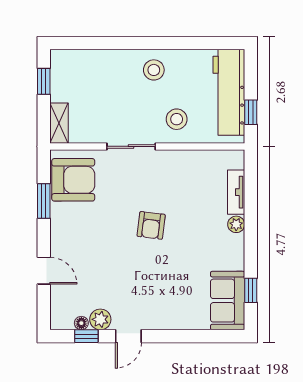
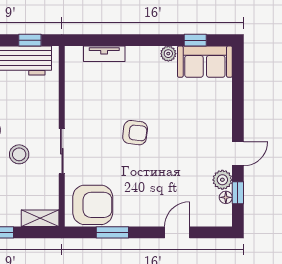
stool: (177, 119) -> (19, 154), moved
armchair: (73, 180) -> (93, 205), turned 90
plant: (236, 224) -> (168, 54), moved
door: (128, 336) -> (238, 154), hinge flipped

